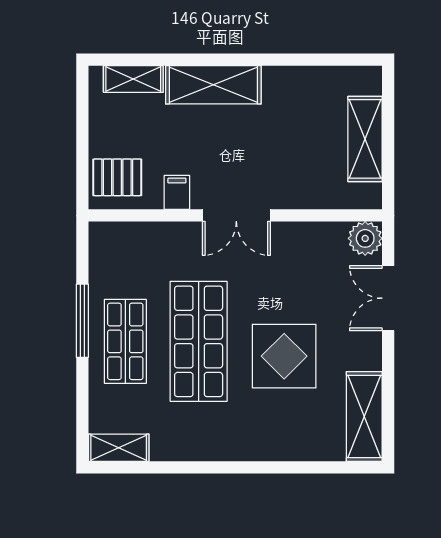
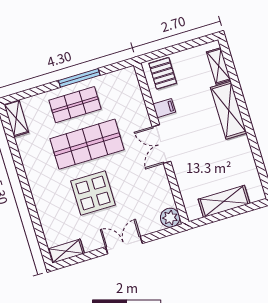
double door: (388, 298) -> (124, 245), moved
shelving: (364, 416) -> (66, 251), width x0.67, depth x0.75

